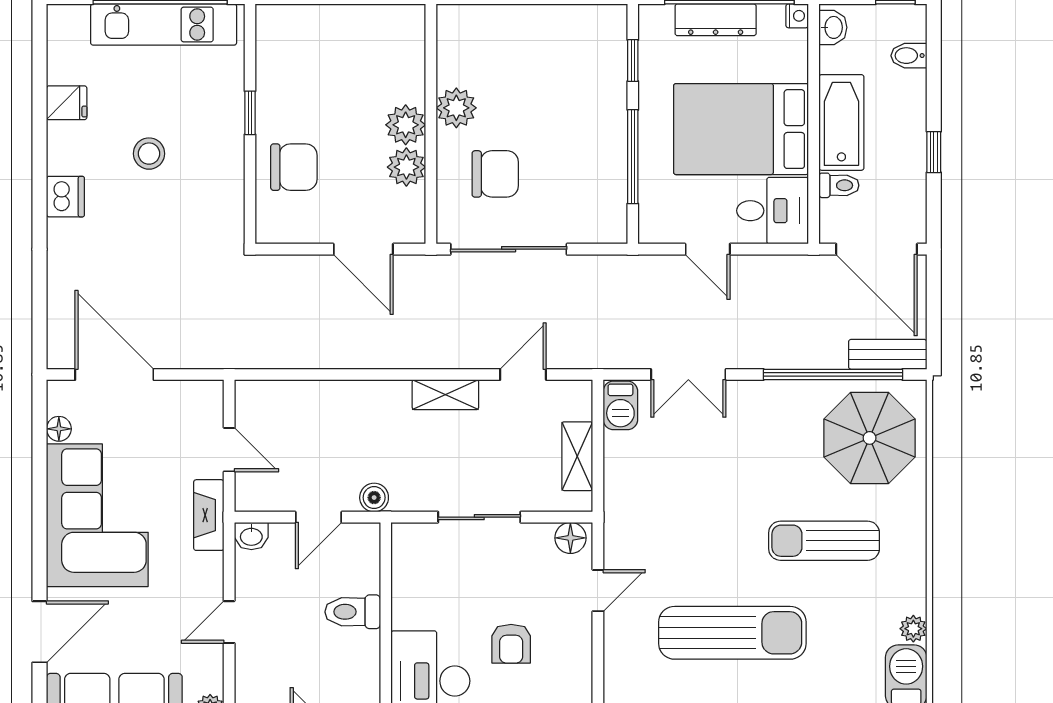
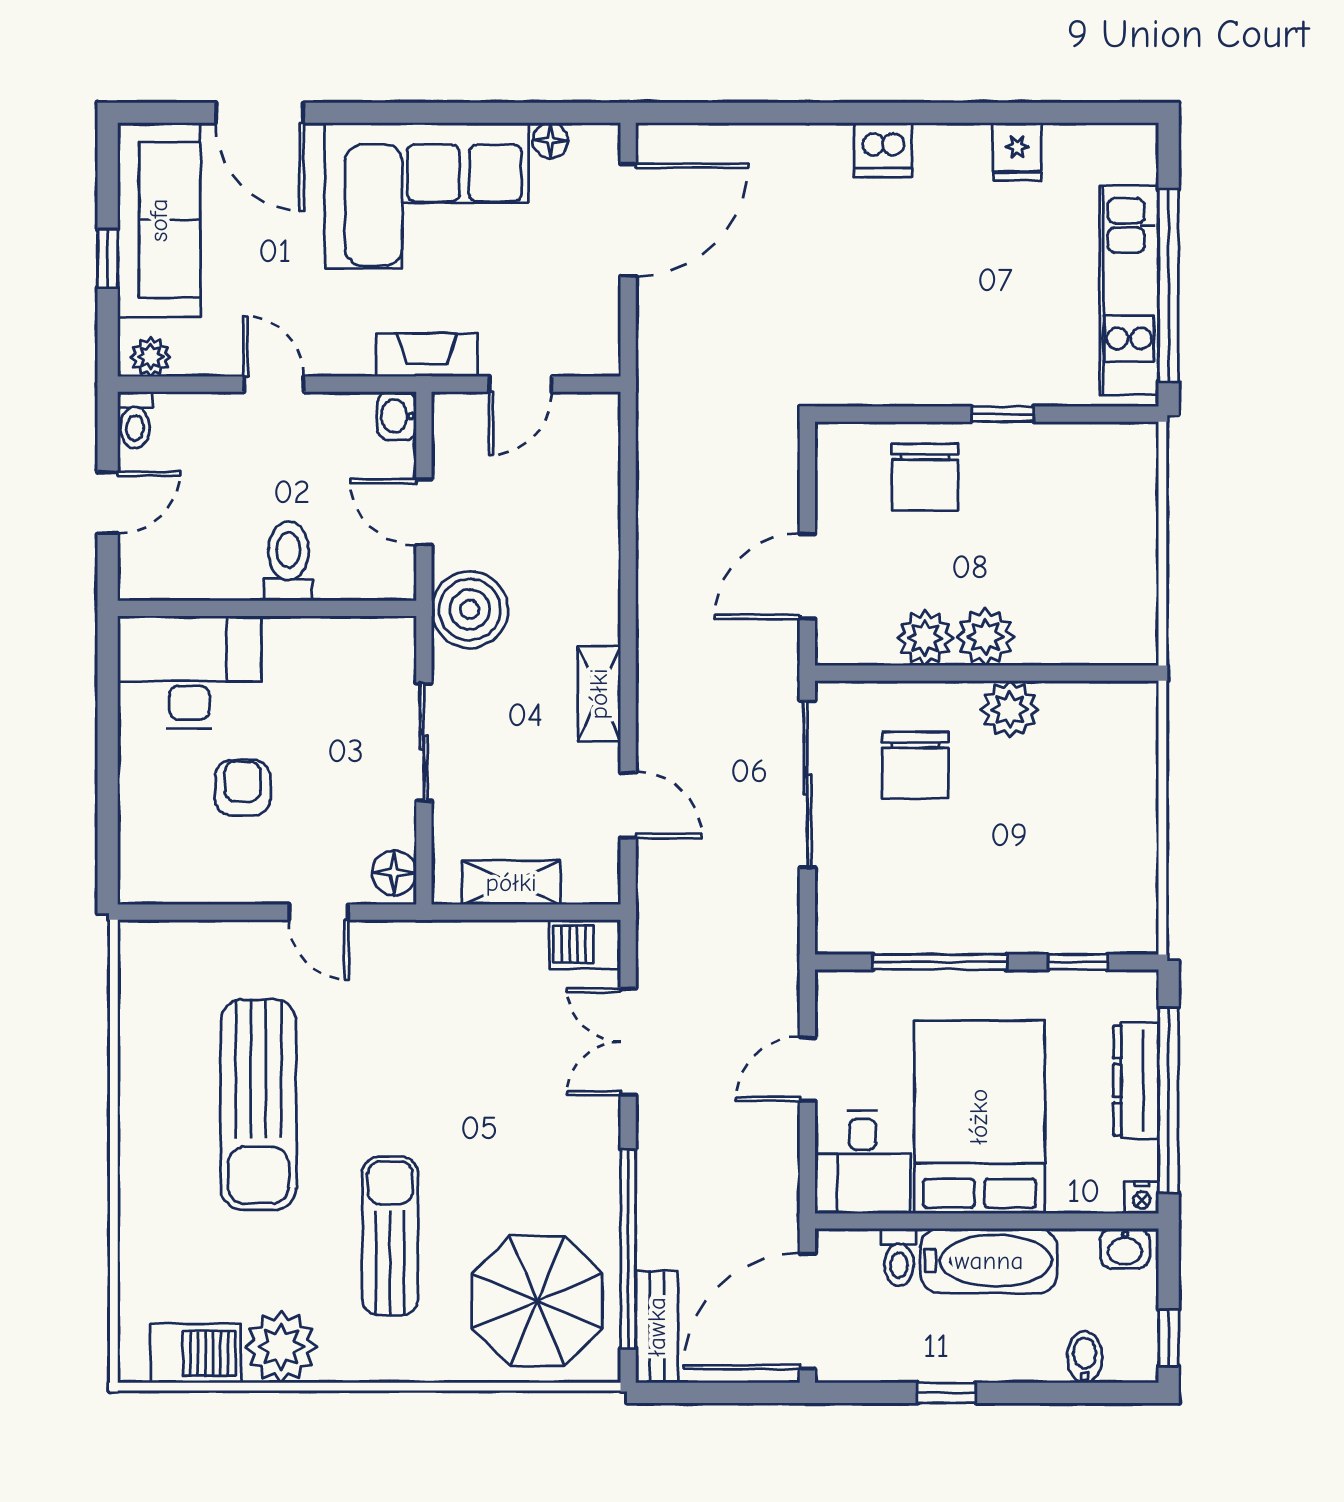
stool: (149, 154) -> (944, 269), removed
boiler: (374, 498) -> (470, 610), width x1.86, depth x1.86
plant: (913, 629) -> (281, 1347), width x1.88, depth x1.88
armchair: (511, 644) -> (243, 788), turned 90

